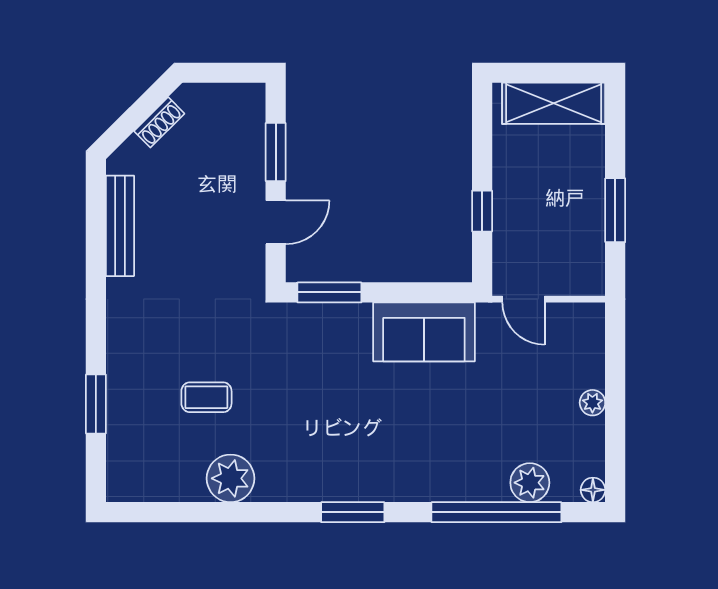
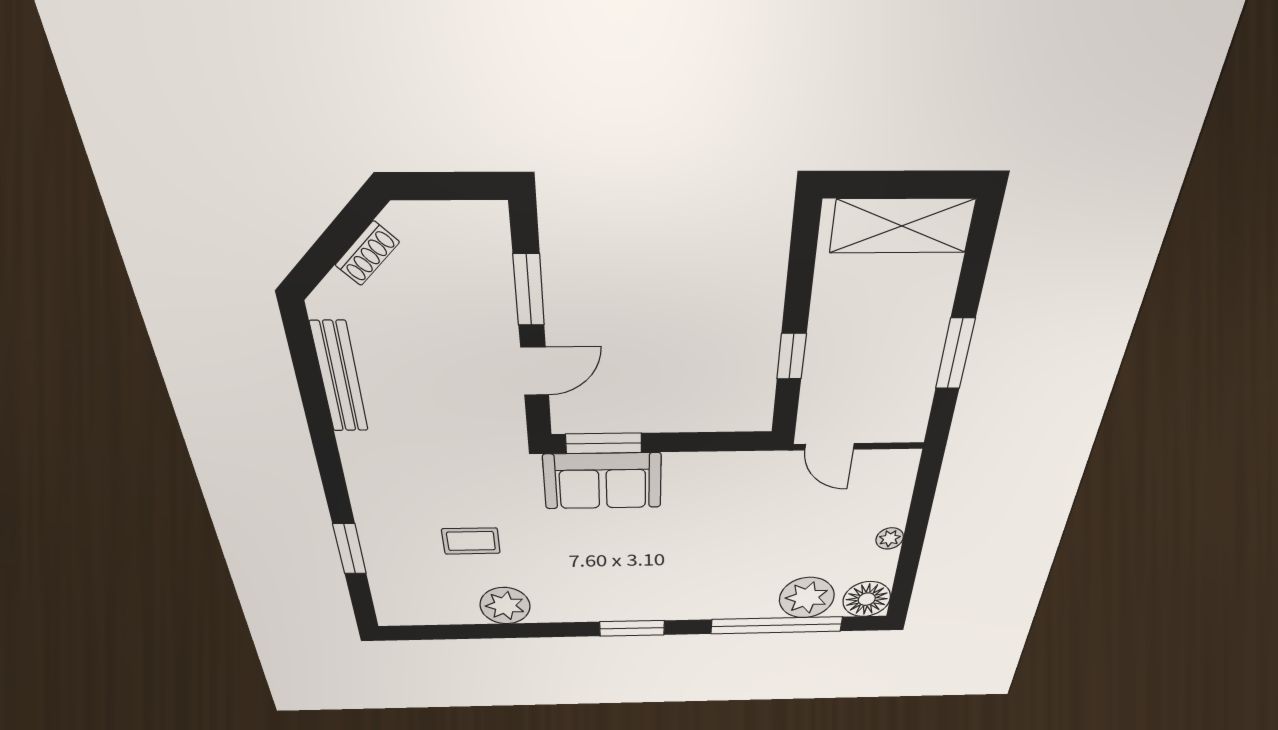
sofa: (424, 332) -> (603, 481), moved
plant: (530, 483) -> (807, 598), width x1.36, depth x1.36
floor lamp: (593, 490) -> (867, 599), width x1.89, depth x1.89

